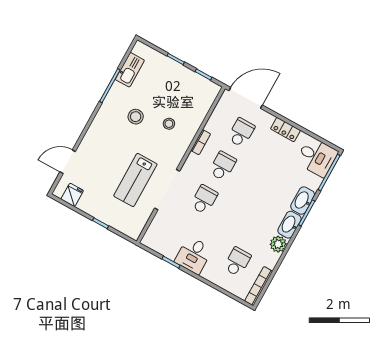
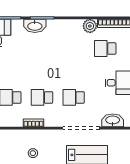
washbasin: (289, 225) -> (113, 120), moved, turned 180
plant: (278, 244) -> (90, 26), moved

